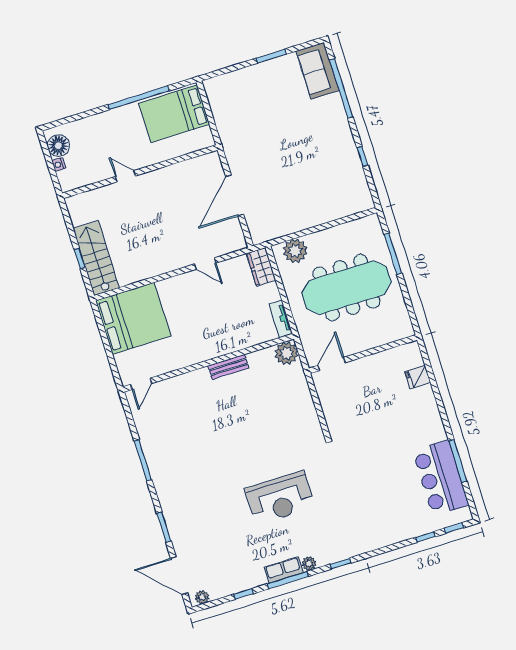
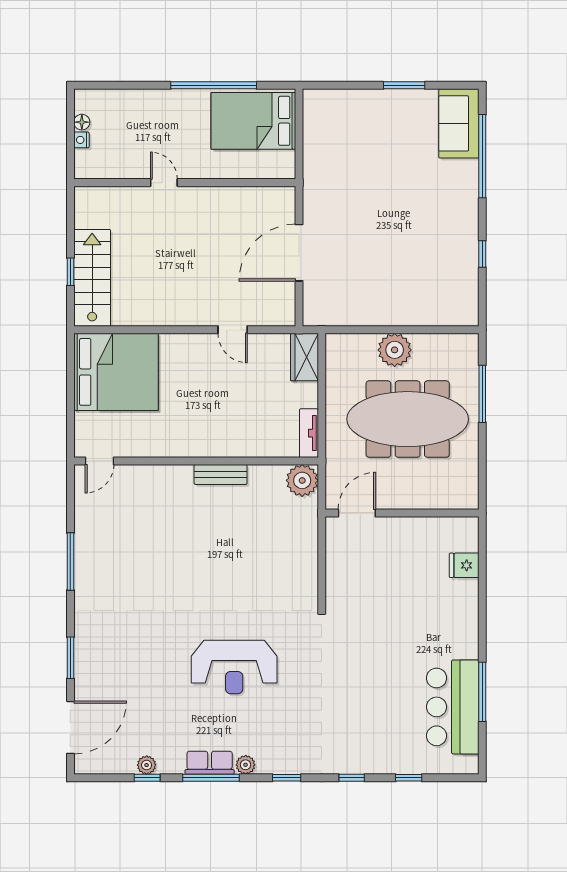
floor lamp: (58, 146) -> (82, 122), width x0.53, depth x0.53
plant: (295, 251) -> (395, 350), moved
window: (454, 528) -> (352, 778), moved
door: (179, 576) -> (70, 727), swing flipped
plant: (202, 597) -> (147, 765), moved

